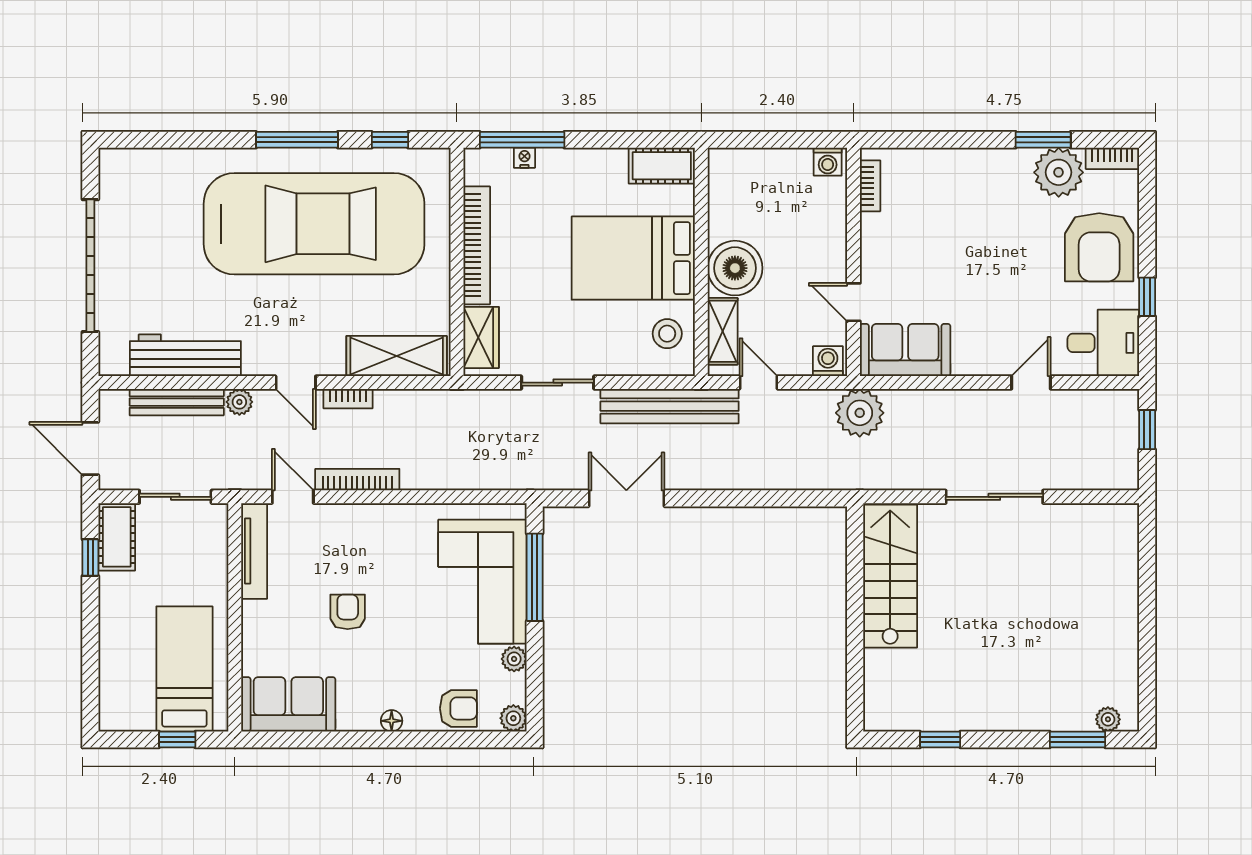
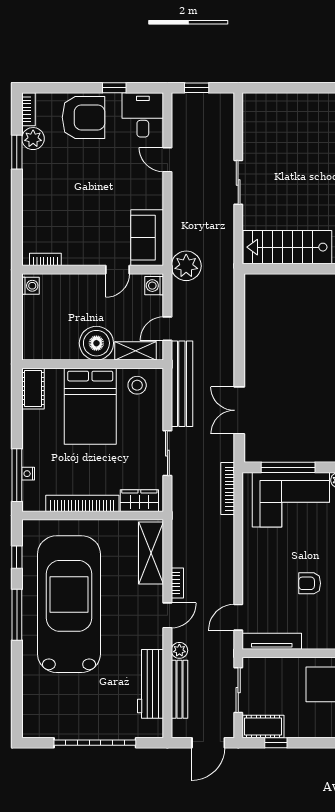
plant: (1059, 172) -> (33, 139), width x0.73, depth x0.73
bookcase: (357, 480) -> (228, 489), moved
sliding door: (994, 497) -> (238, 182), width x0.73

